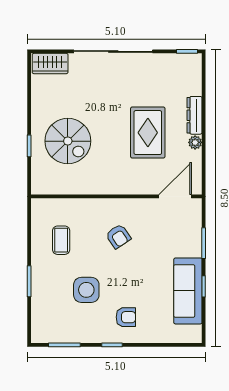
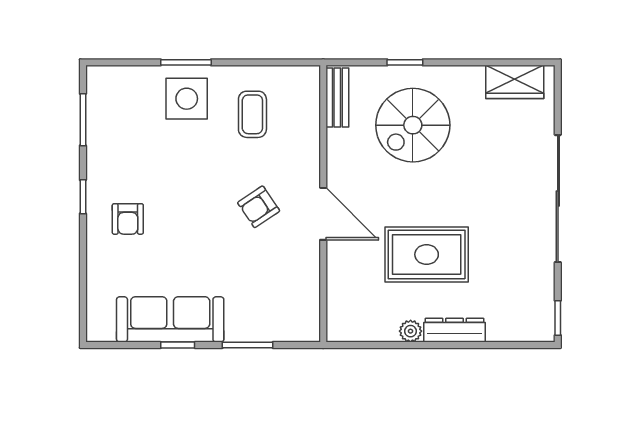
wardrobe: (50, 64) -> (515, 82), moved, turned -90
bench: (51, 188) -> (337, 98), added
door: (175, 196) -> (323, 214), moved
coffee table: (61, 240) -> (252, 114), turned 90
side table: (86, 290) -> (187, 99), moved

